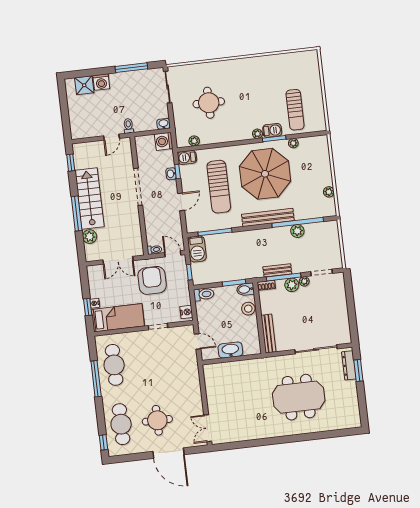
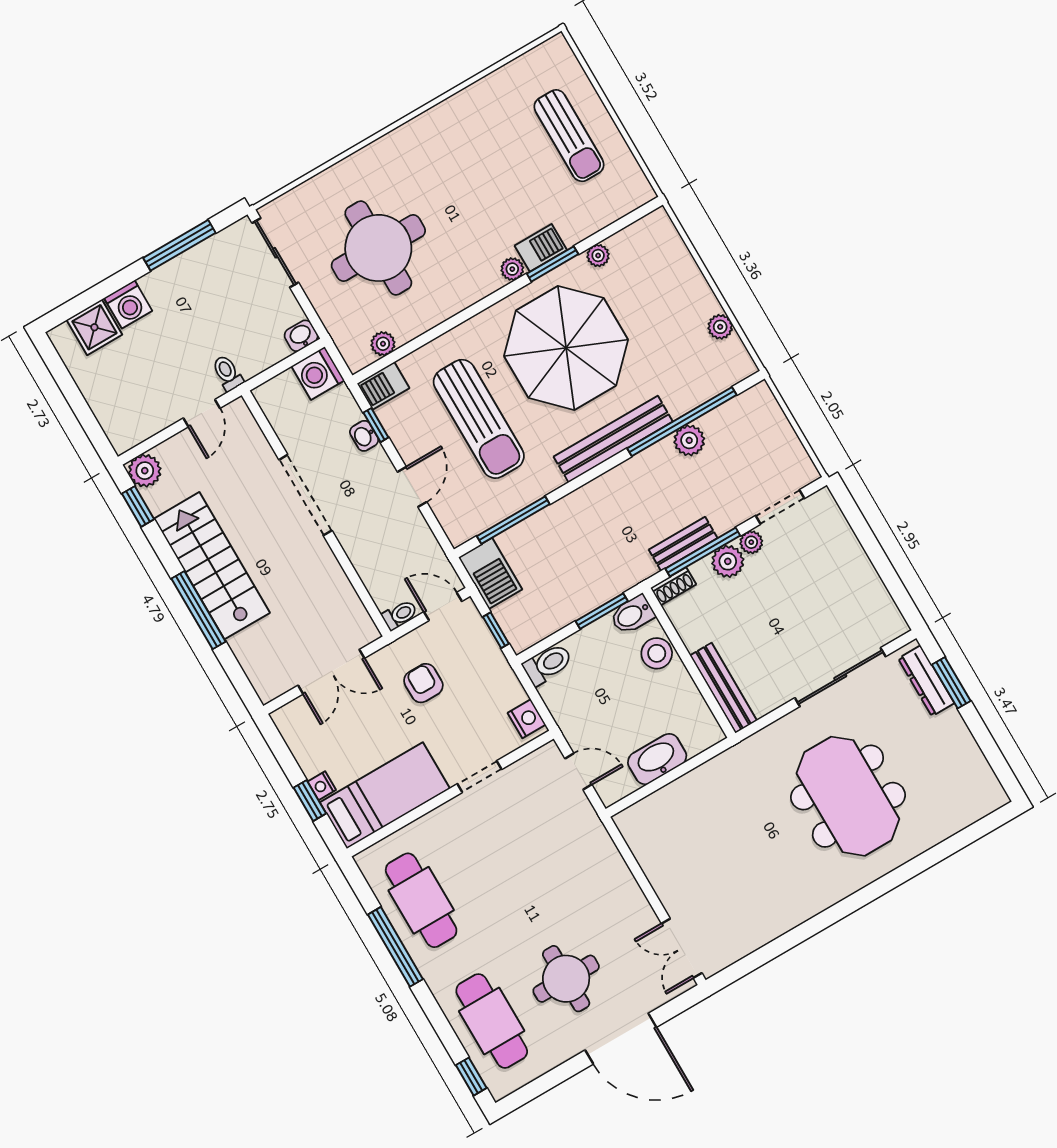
round table: (209, 103) -> (378, 248), width x1.36, depth x1.36
sun lounger: (295, 110) -> (569, 136), moved
plant: (90, 237) -> (145, 471), moved
armchair: (152, 280) -> (423, 683), width x0.53, depth x0.53
meeting table: (299, 397) -> (848, 796), turned 90

